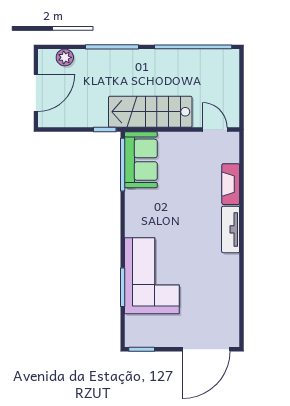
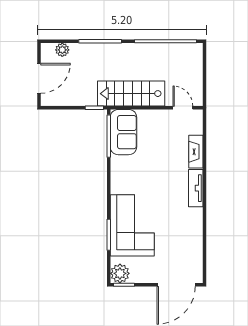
plant: (136, 335) -> (120, 273), added

